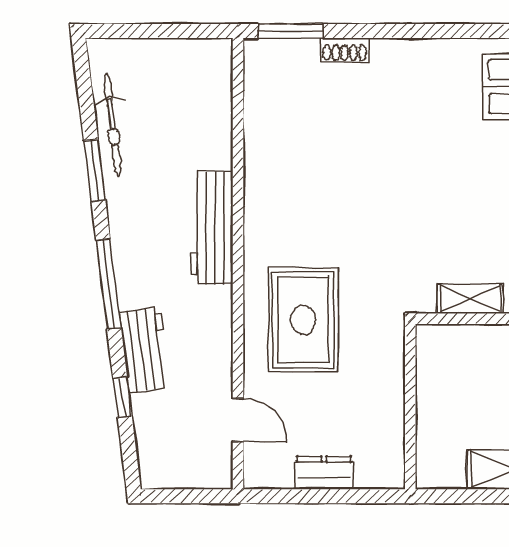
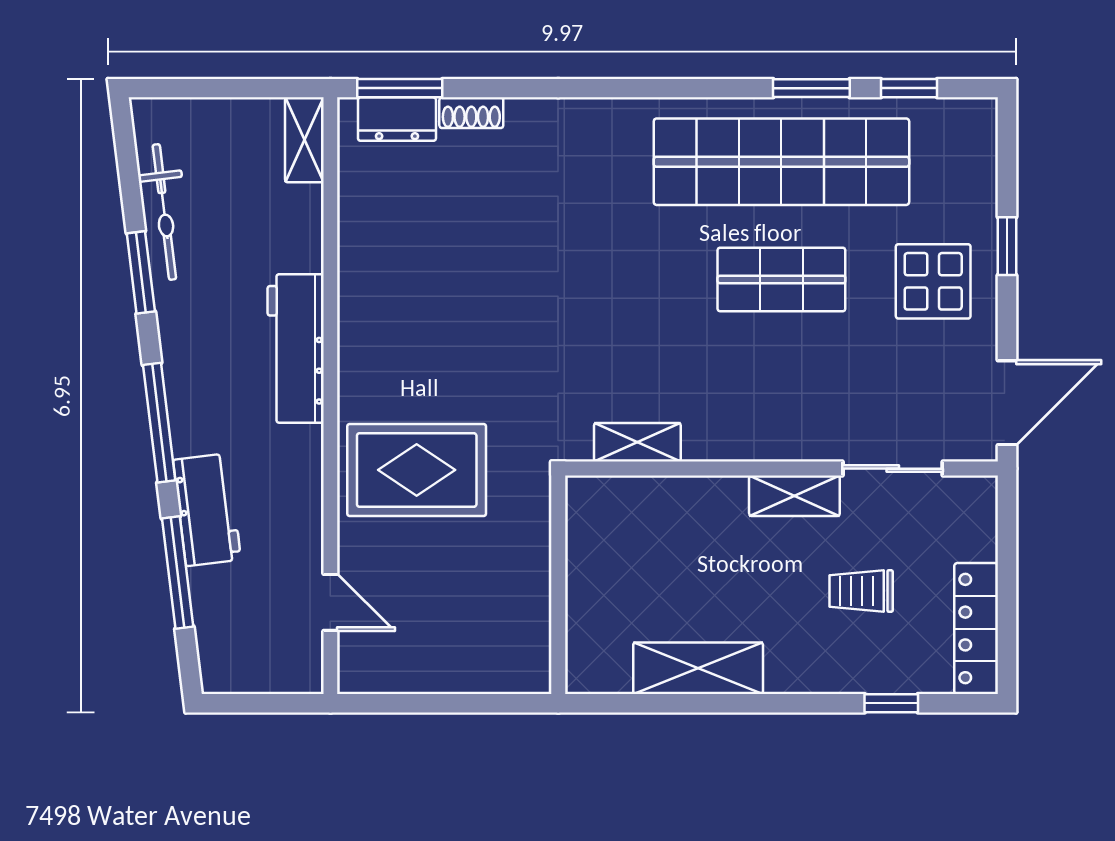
shelving: (218, 70) -> (304, 140), added
rug: (303, 320) -> (417, 470), turned 90
window: (122, 397) -> (178, 572), width x2.17
dresser: (324, 473) -> (397, 119), moved, turned 180

